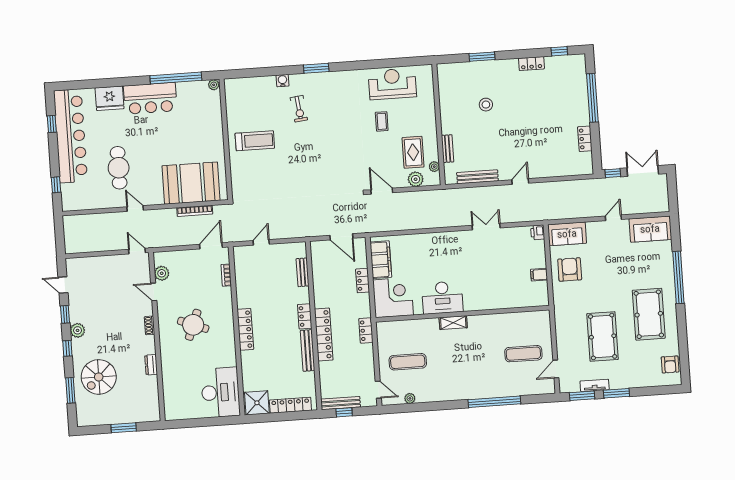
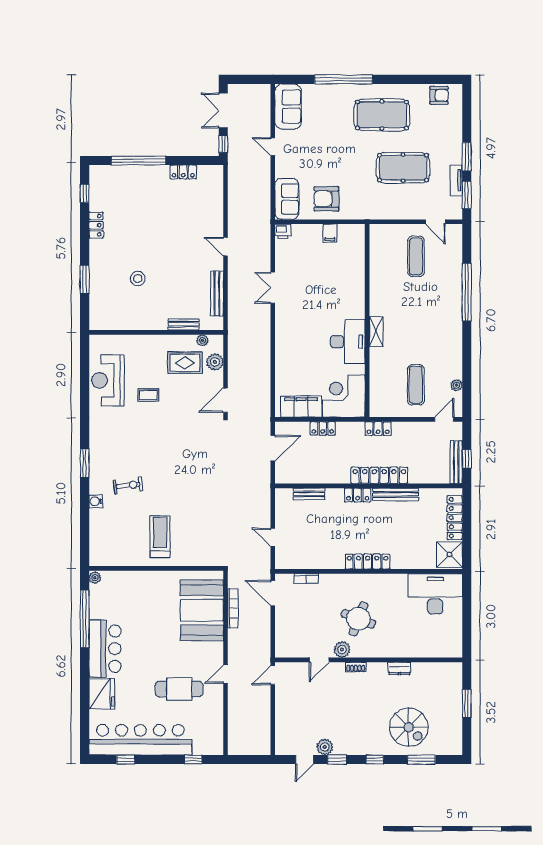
plant: (162, 273) -> (342, 650), moved
plant: (78, 330) -> (325, 747), moved

